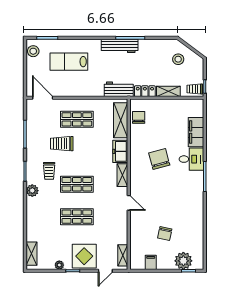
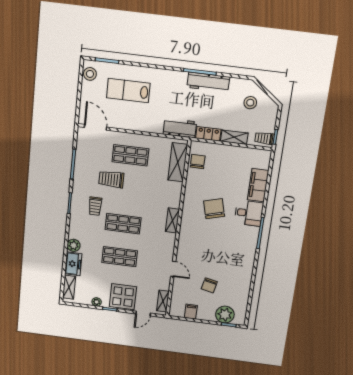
workbench: (120, 46) -> (208, 82), moved
freezer: (120, 151) -> (73, 264), moved, turned 180
plant: (32, 191) -> (74, 245), moved
door: (129, 203) -> (173, 269), moved

